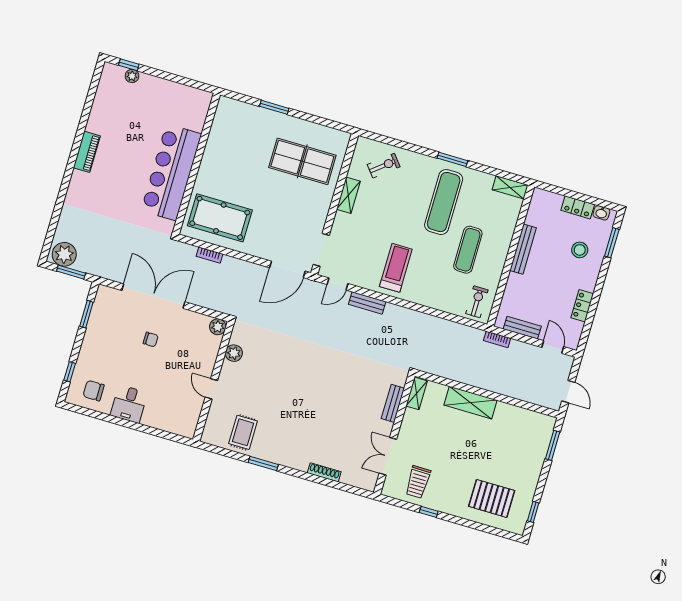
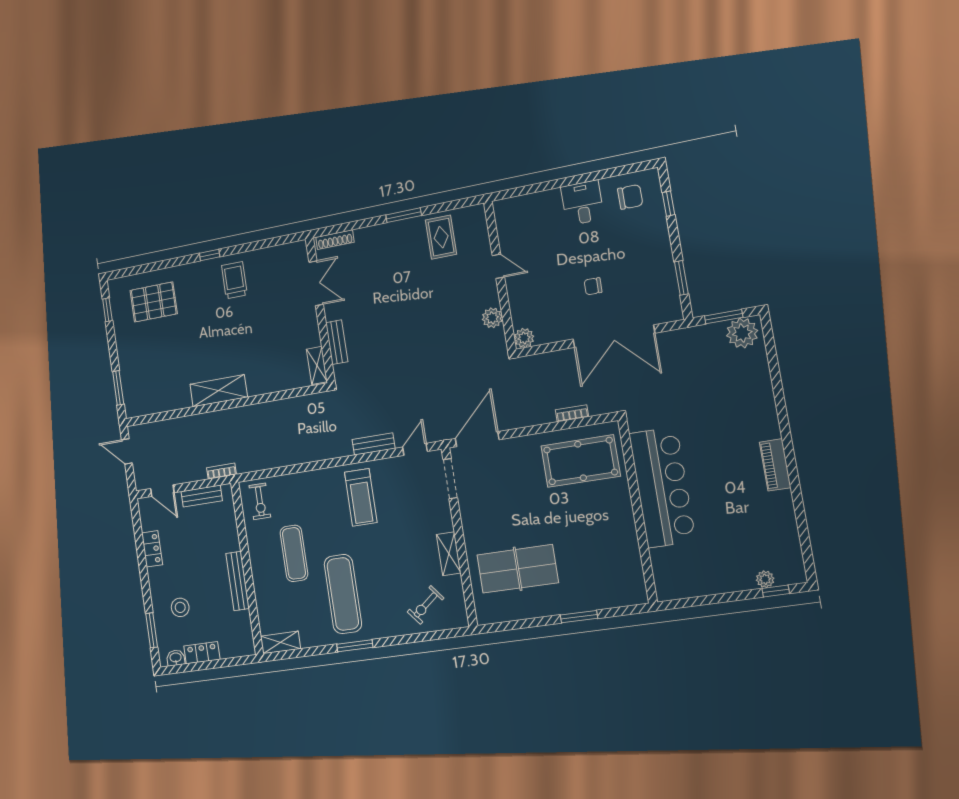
shelving: (417, 393) -> (317, 365), moved
bench: (393, 403) -> (337, 342), moved
wall: (394, 434) -> (320, 310), moved
double door: (388, 456) -> (316, 283), moved

